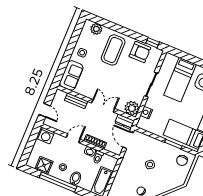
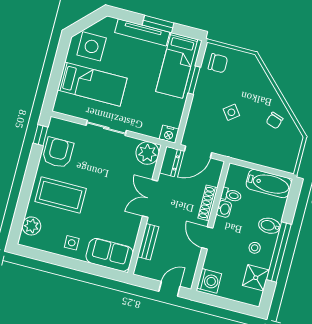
nightstand: (146, 113) -> (169, 134), moved

